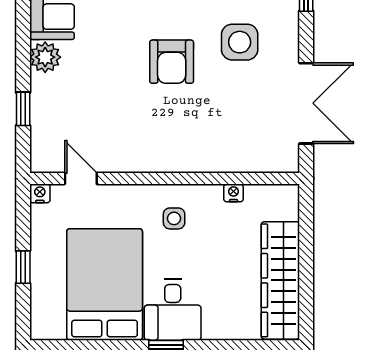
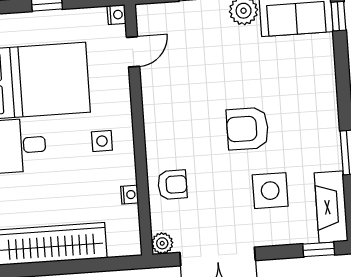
armchair: (226, 146) -> (172, 185), added
plant: (288, 162) -> (162, 243), added

